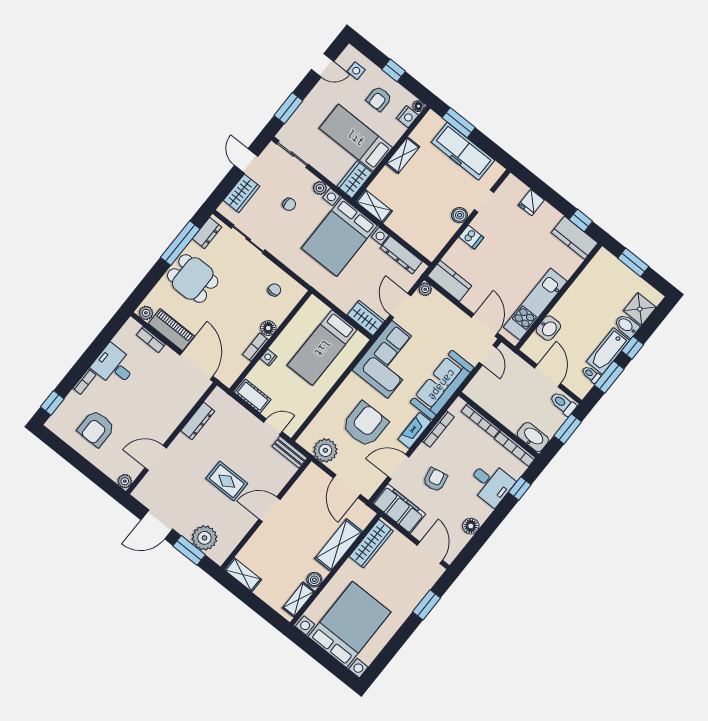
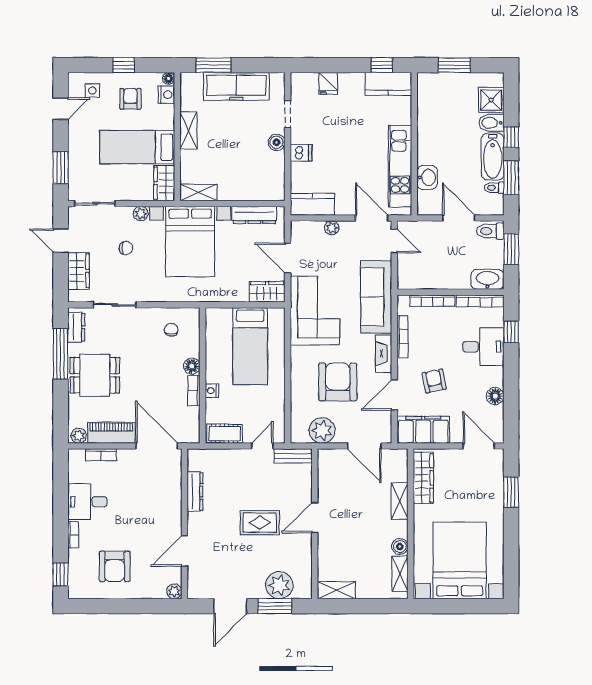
armchair: (379, 99) -> (130, 99), turned 180
plant: (425, 289) -> (332, 228), moved
shelving: (339, 545) -> (400, 501), width x0.67, depth x0.75

